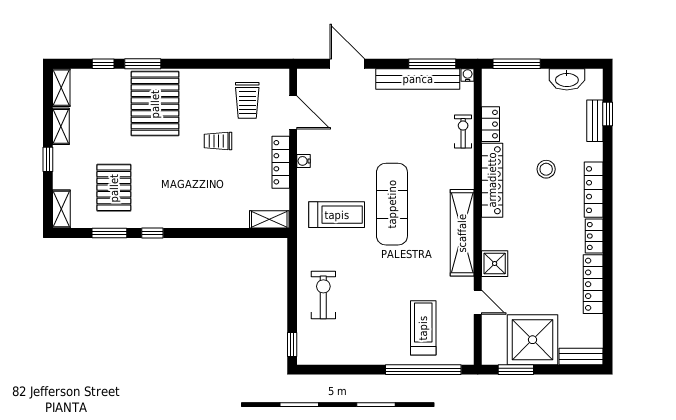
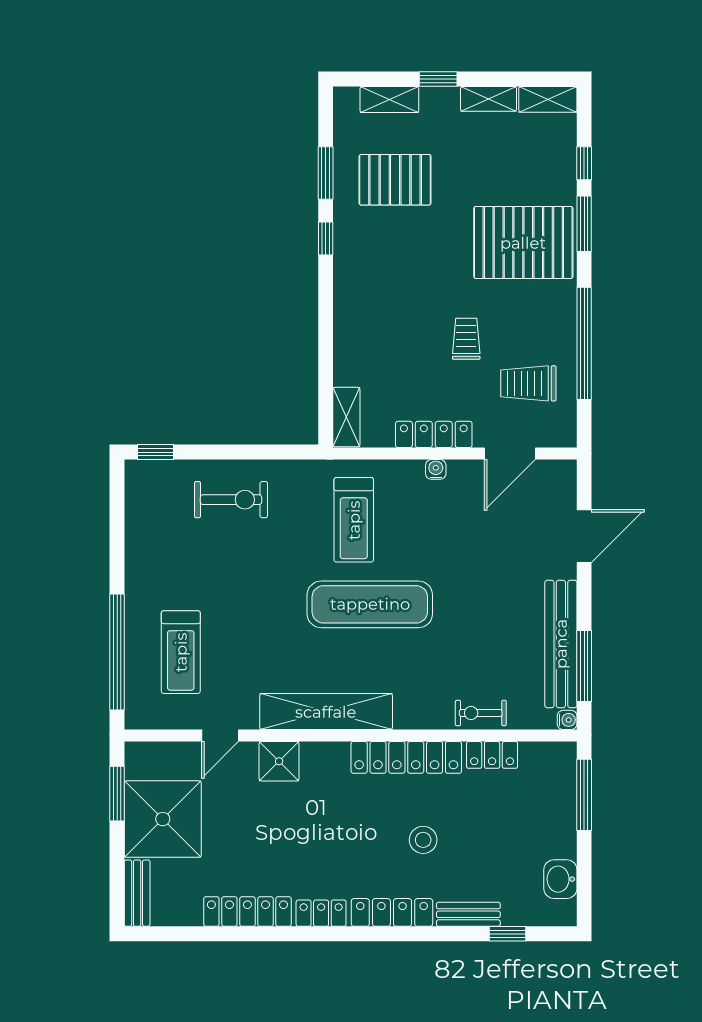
window: (221, 64) -> (584, 343), added
washbasin: (567, 79) -> (560, 879), width x0.72
bench: (595, 121) -> (468, 914), moved
exercise bike: (463, 132) -> (481, 713), turned 180
shelving: (61, 209) -> (389, 99), moved
treadmill: (423, 328) -> (181, 652), turned 90

